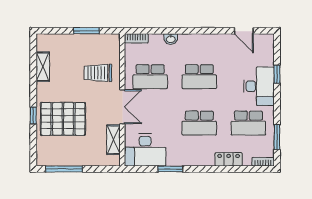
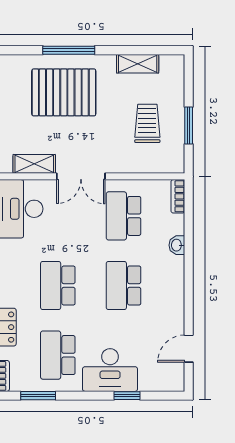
trolley: (98, 73) -> (147, 123), moved
window: (33, 115) -> (69, 50), width x2.17
pallet: (63, 119) -> (64, 92), turned 90

